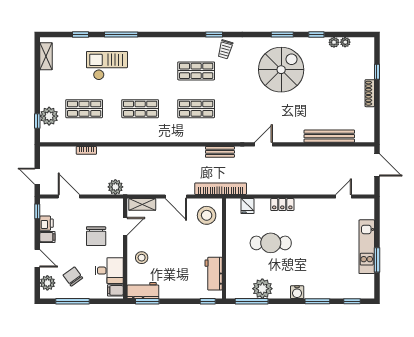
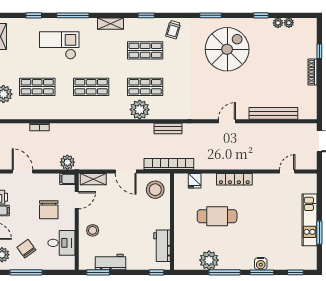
window: (214, 34) -> (146, 15), moved
window: (282, 34) -> (211, 15), moved
shelving: (160, 43) -> (111, 24), added
plant: (190, 132) -> (140, 110), added
door: (263, 144) -> (227, 121), moved
locker: (282, 205) -> (234, 179), width x1.53
filing cabinet: (115, 290) -> (67, 179), moved
workbench: (143, 290) -> (110, 262), moved
water cooler: (297, 292) -> (261, 264), moved
window: (252, 301) -> (225, 272), moved

